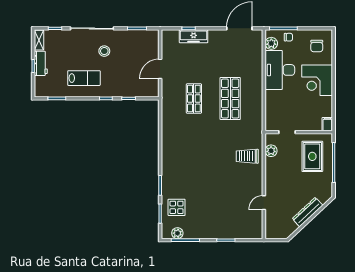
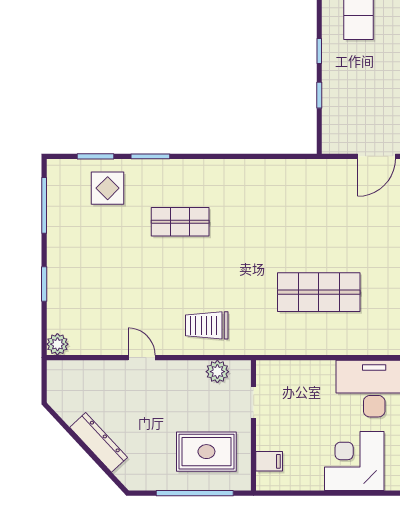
door: (160, 69) -> (376, 156), swing flipped
shop shelf: (194, 99) -> (180, 222), moved
filing cabinet: (327, 124) -> (269, 461), moved
trolley: (247, 156) -> (207, 325), turned -90
door: (264, 203) -> (142, 358), moved
plant: (177, 233) -> (57, 344), moved

